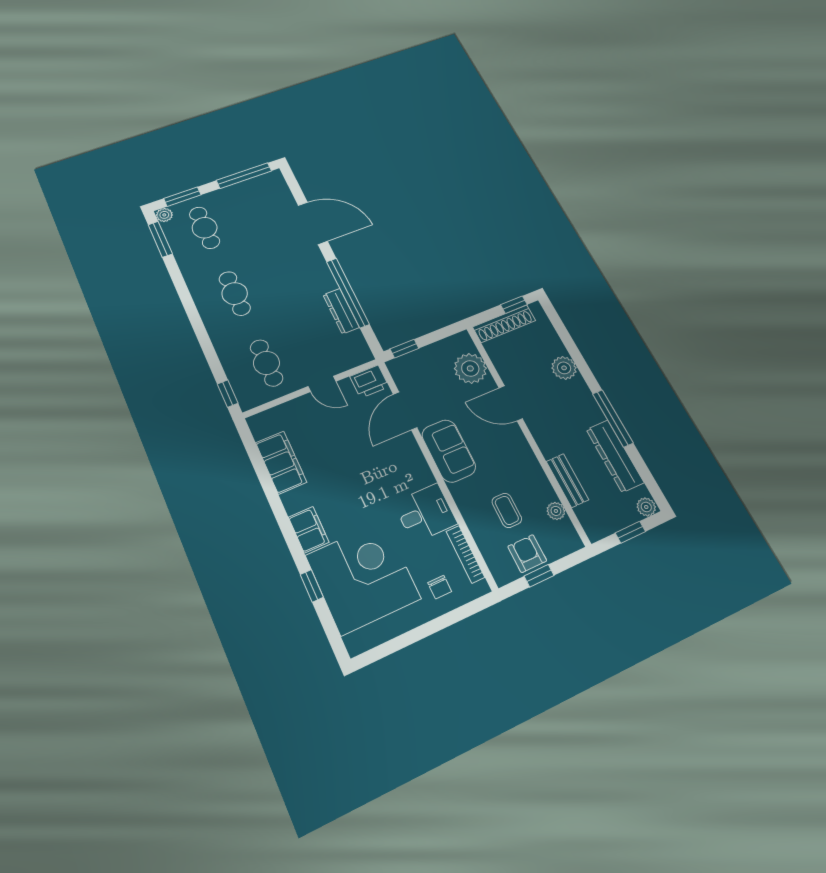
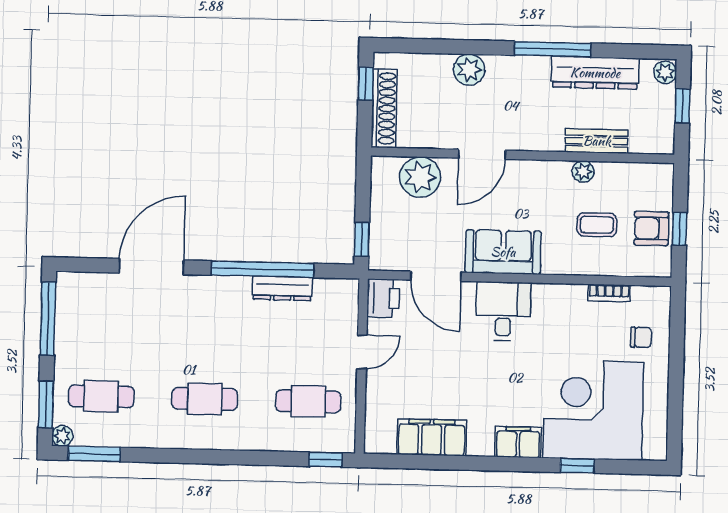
plant: (556, 511) -> (583, 172), moved
desk: (425, 513) -> (503, 311), moved
bookcase: (465, 554) -> (609, 293), width x0.64

